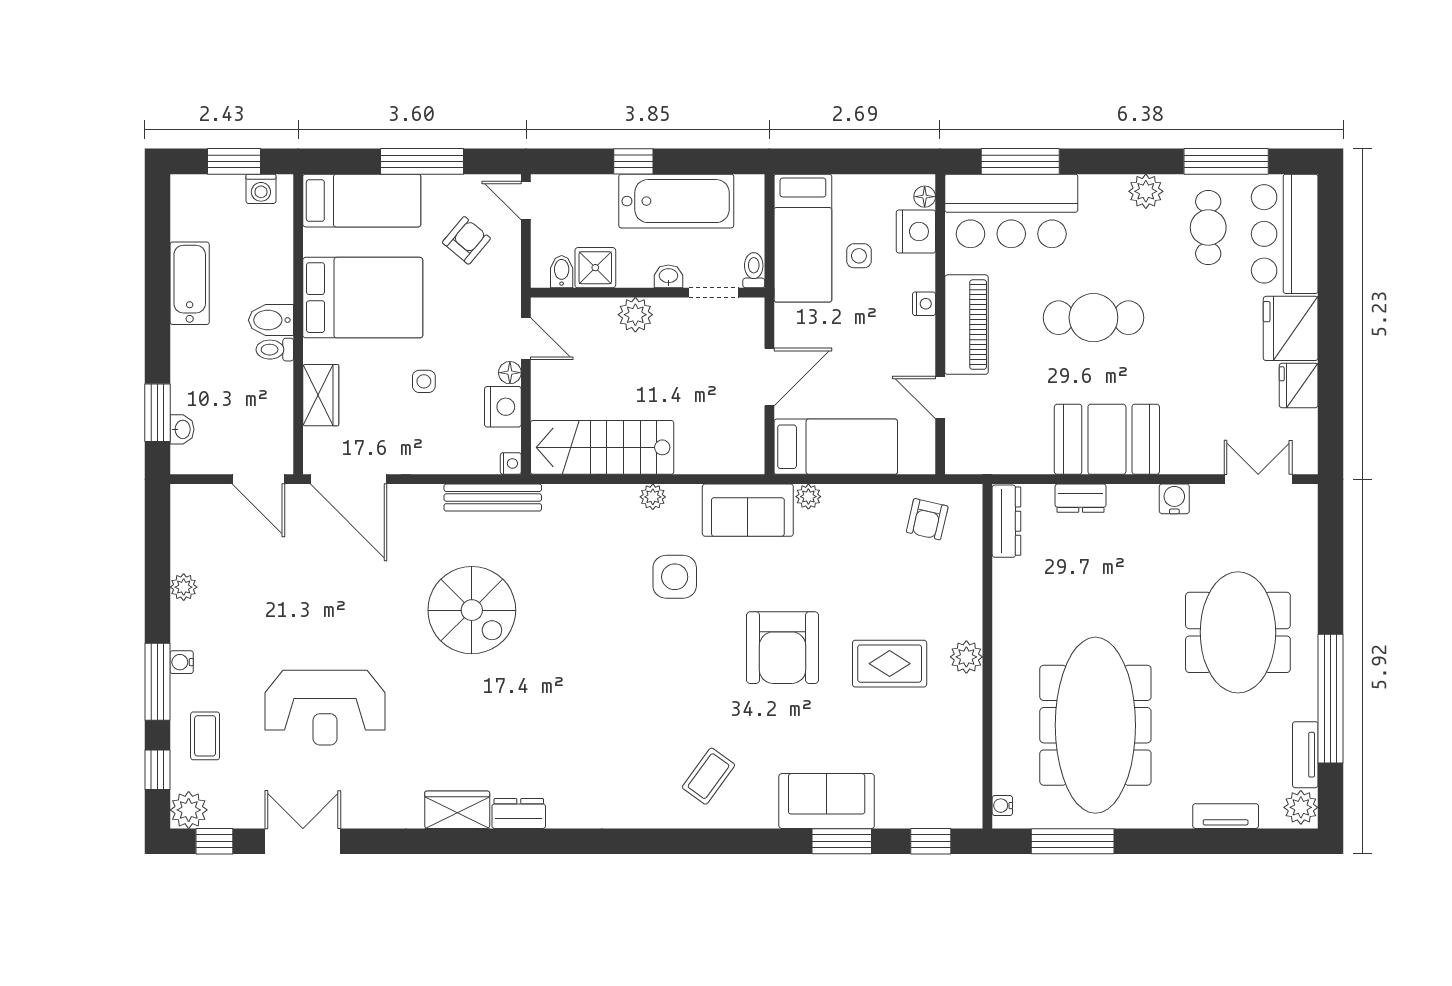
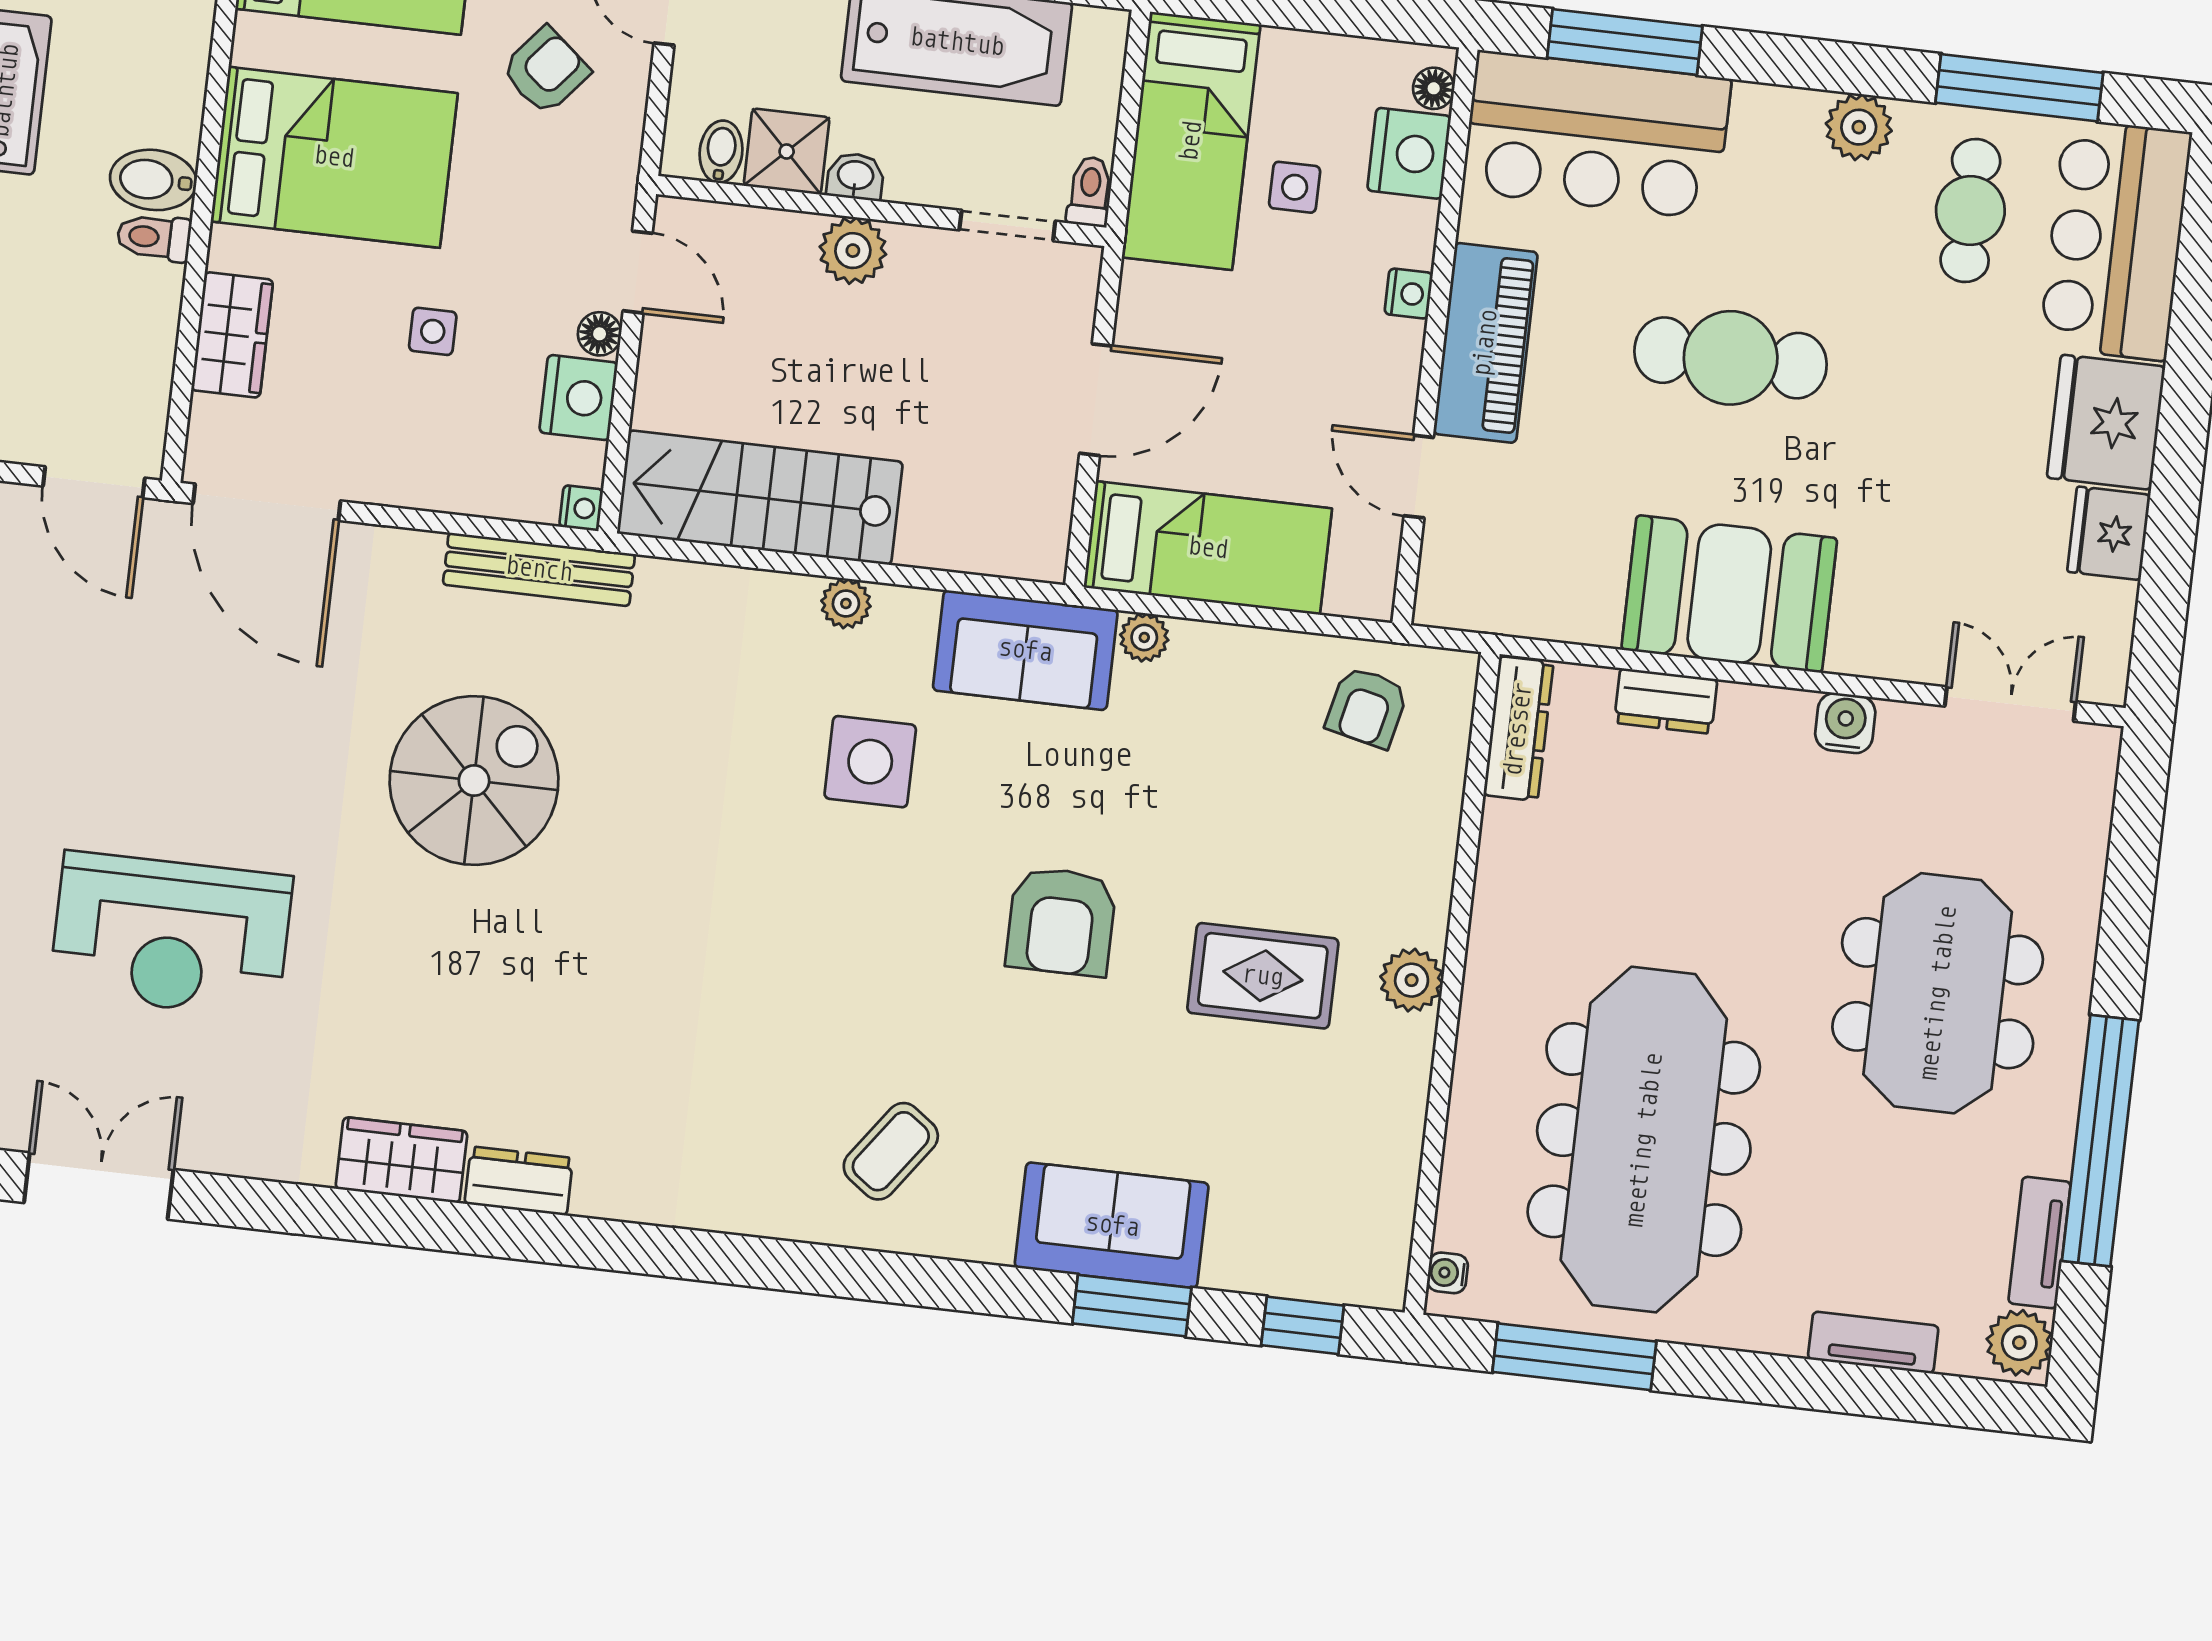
washbasin: (668, 276) -> (855, 176), moved
spiral stairs: (472, 610) -> (474, 781), turned -90
armchair: (783, 648) -> (1061, 921), width x0.73, depth x0.73

